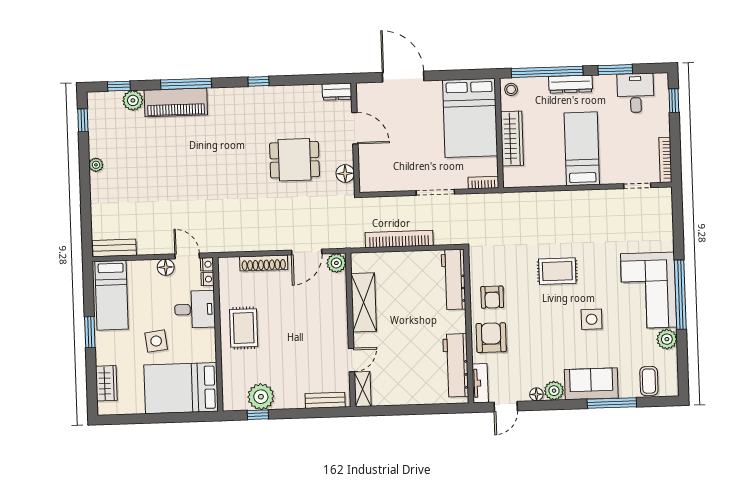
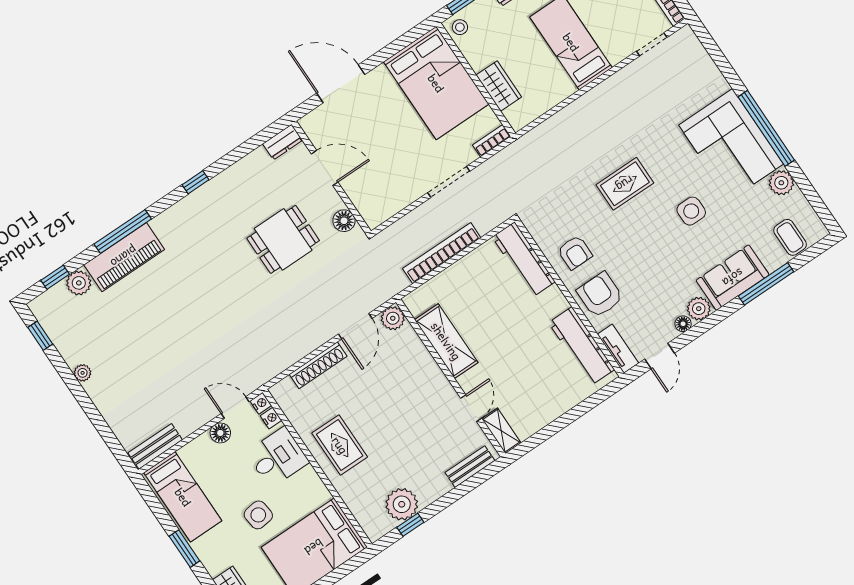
wardrobe: (512, 138) -> (499, 86), width x0.67

